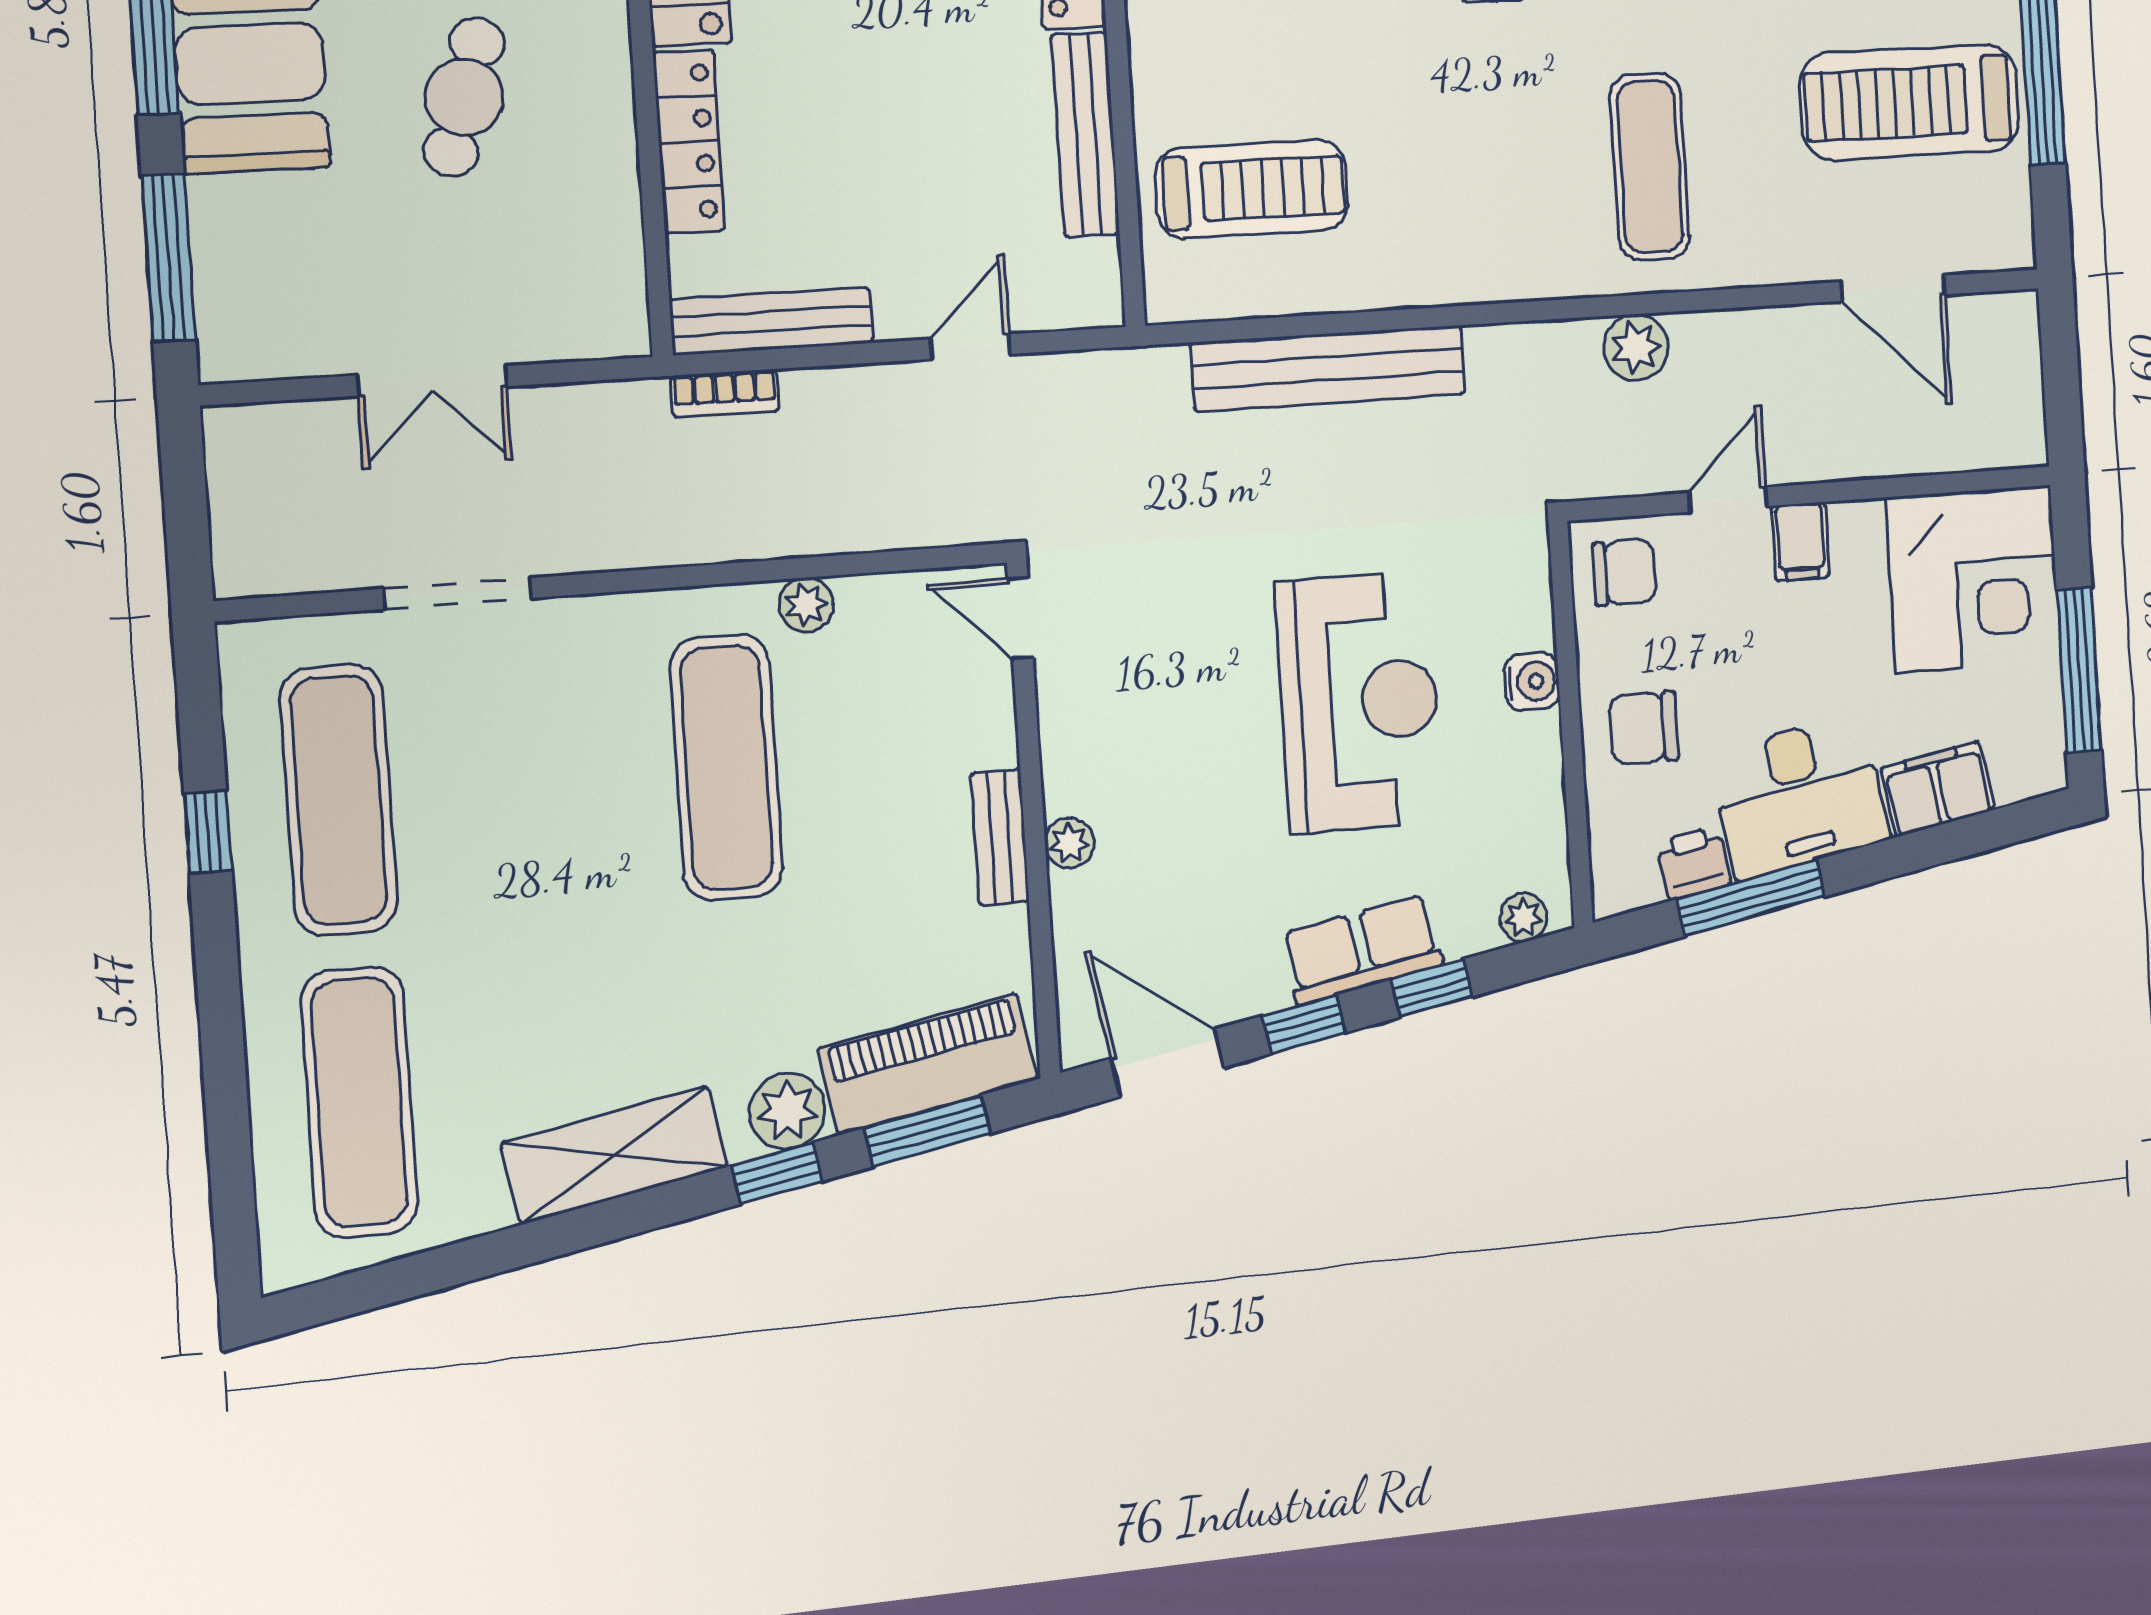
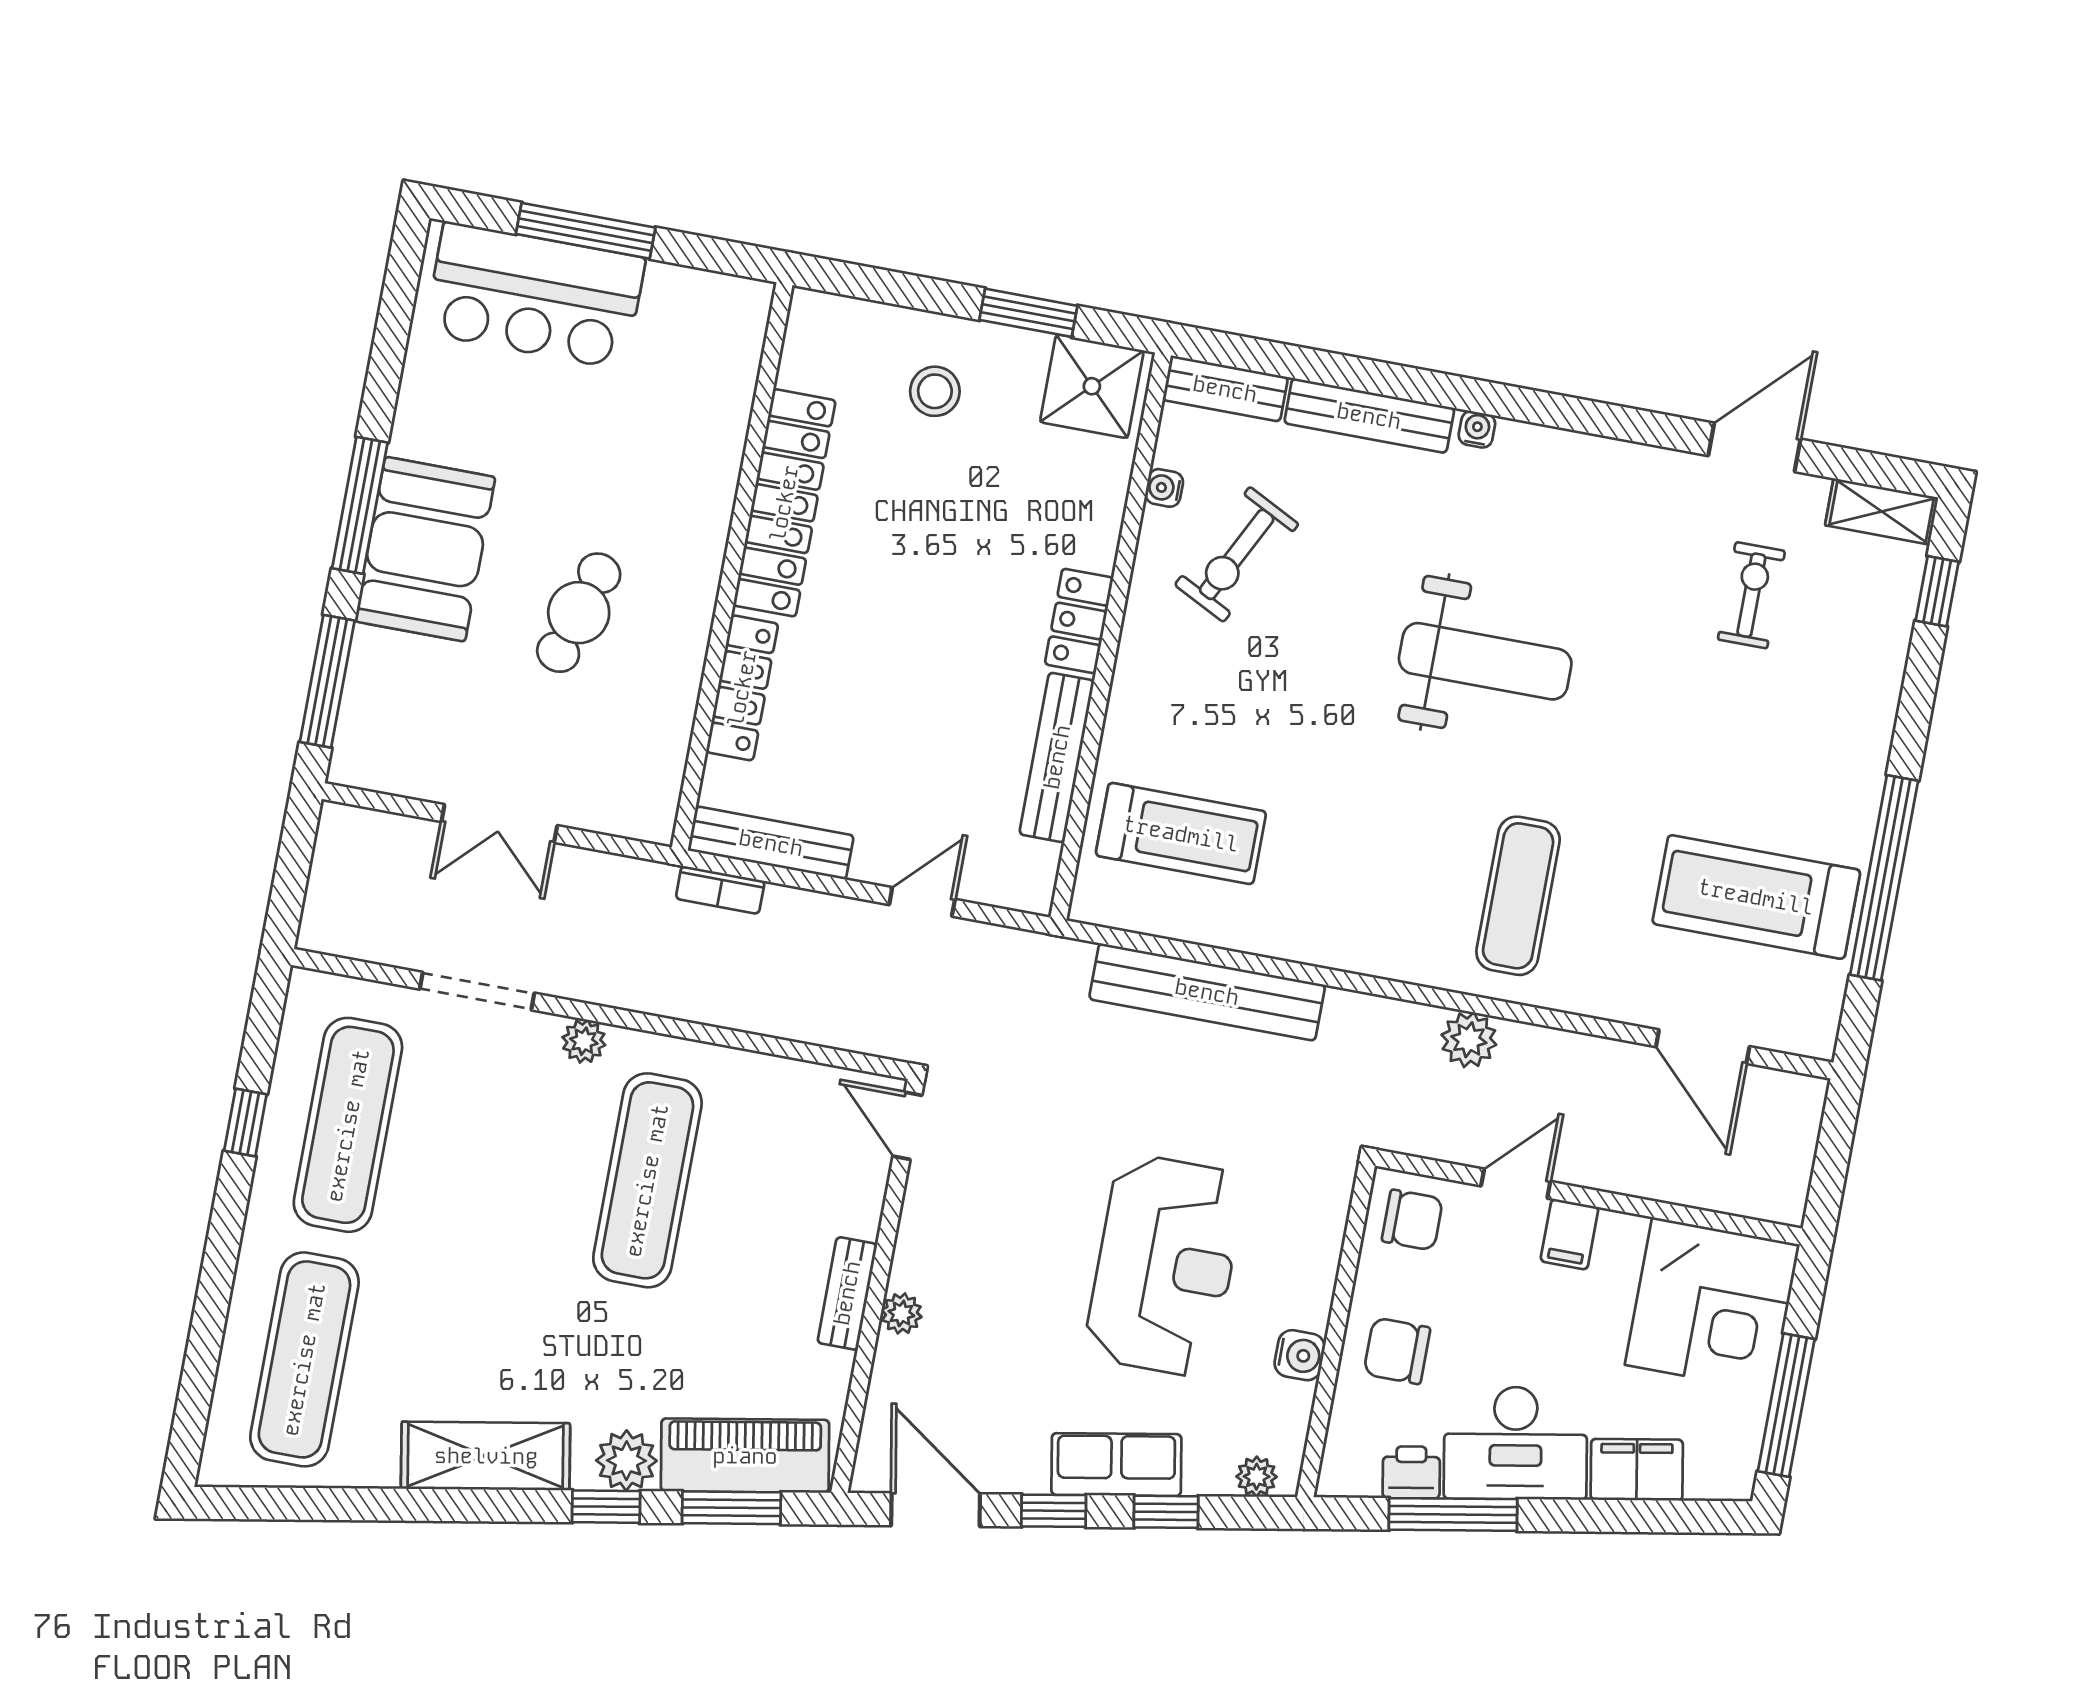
plant: (806, 605) -> (584, 1041), moved
water cooler: (1532, 682) -> (1300, 1355), moved

